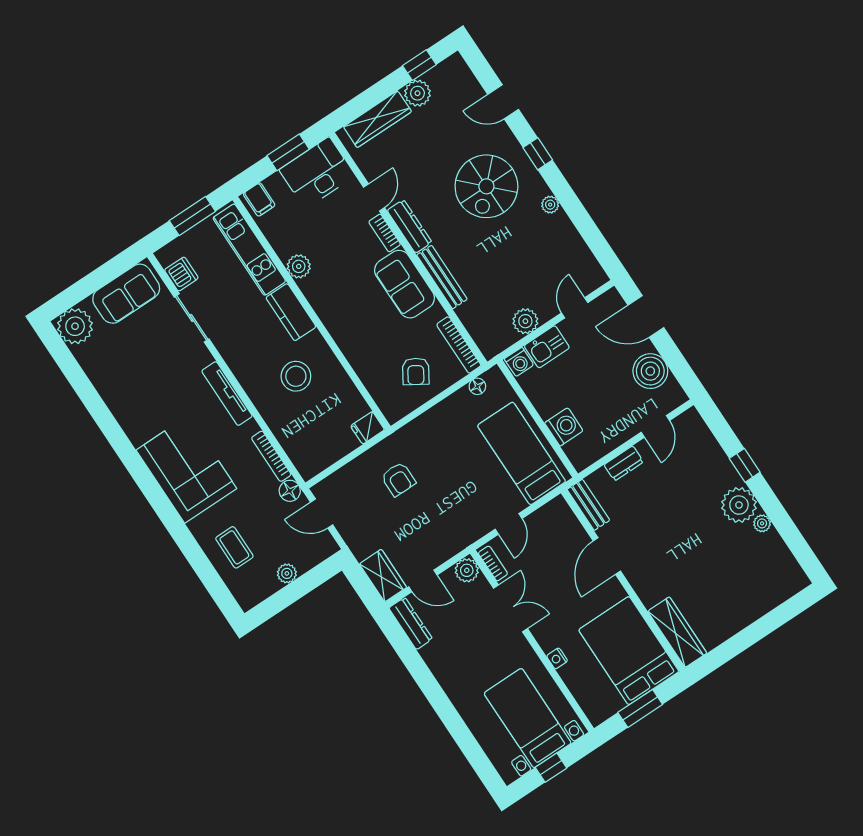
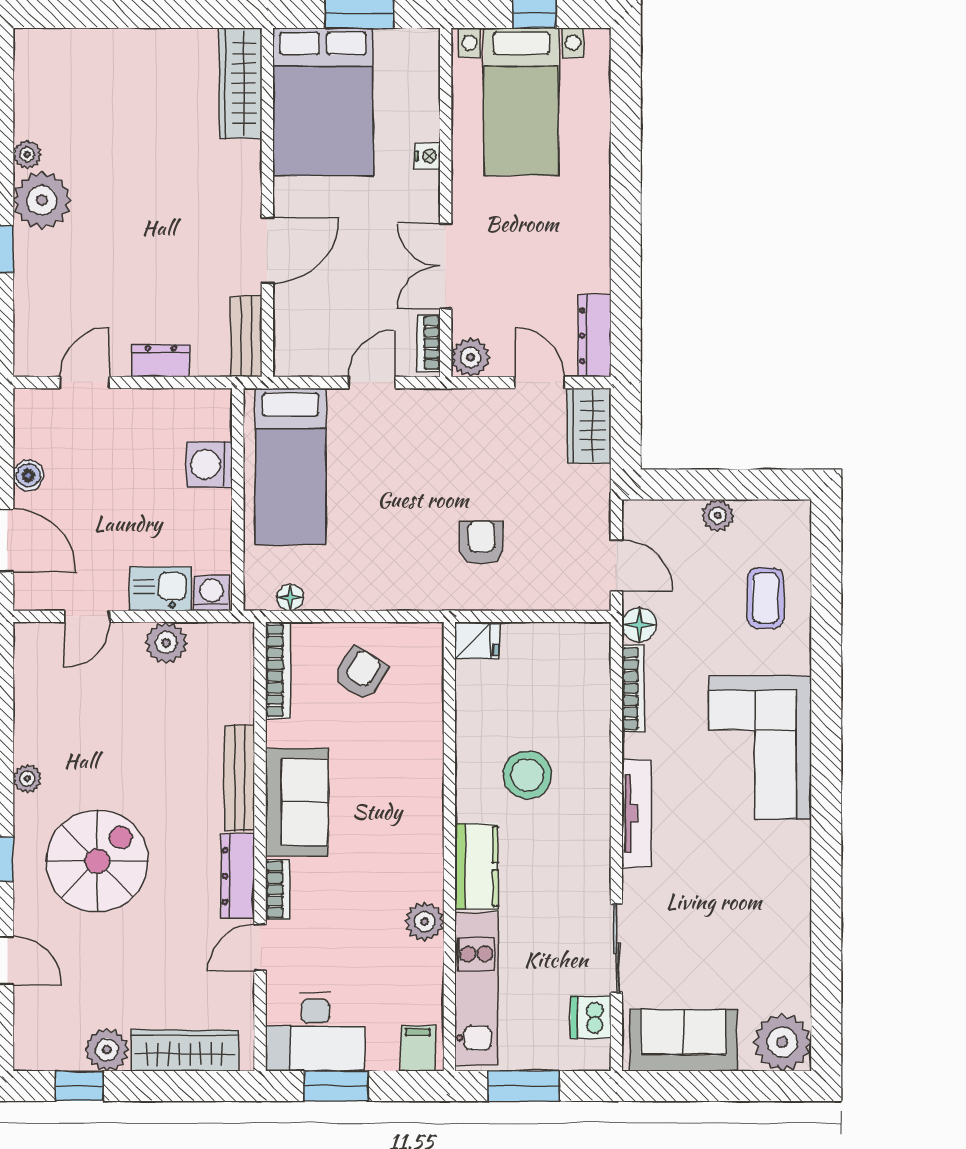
boiler: (650, 371) -> (28, 475), width x0.54, depth x0.54

